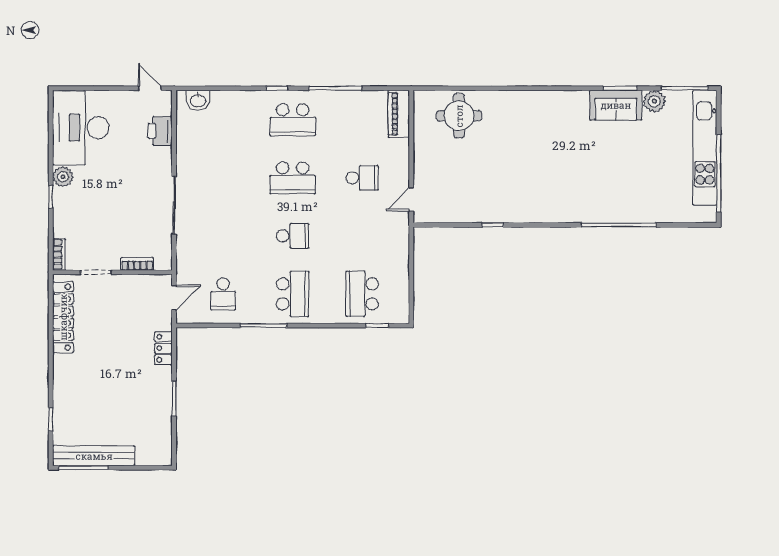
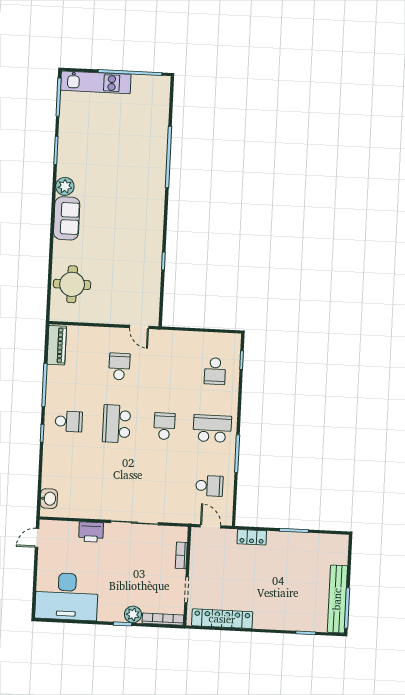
plant: (654, 101) -> (65, 186), moved
sofa: (616, 105) -> (67, 218), moved
piano: (399, 114) -> (57, 345), moved, turned -90
school desk: (293, 120) -> (69, 421), width x0.54
printer: (160, 131) -> (91, 532), moved
kitchen unit: (705, 148) -> (96, 82), width x0.73
plant: (63, 177) -> (133, 614), moved
school desk: (293, 178) -> (117, 424), turned 180
bookcase: (59, 255) -> (163, 619), width x1.56
school desk: (362, 294) -> (215, 371), width x0.54

